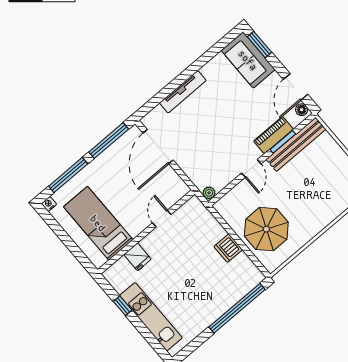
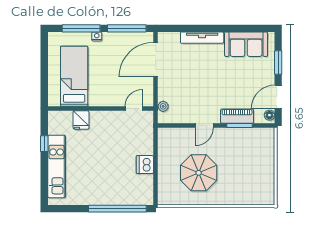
window: (259, 45) -> (278, 62), moved
sofa: (248, 60) -> (246, 44), moved, turned -90
bench: (296, 144) -> (247, 135), removed
plant: (209, 193) -> (163, 106), moved
nightstand: (49, 204) -> (97, 36), moved
door: (162, 219) -> (134, 109), moved
parasol: (266, 229) -> (199, 173), moved

